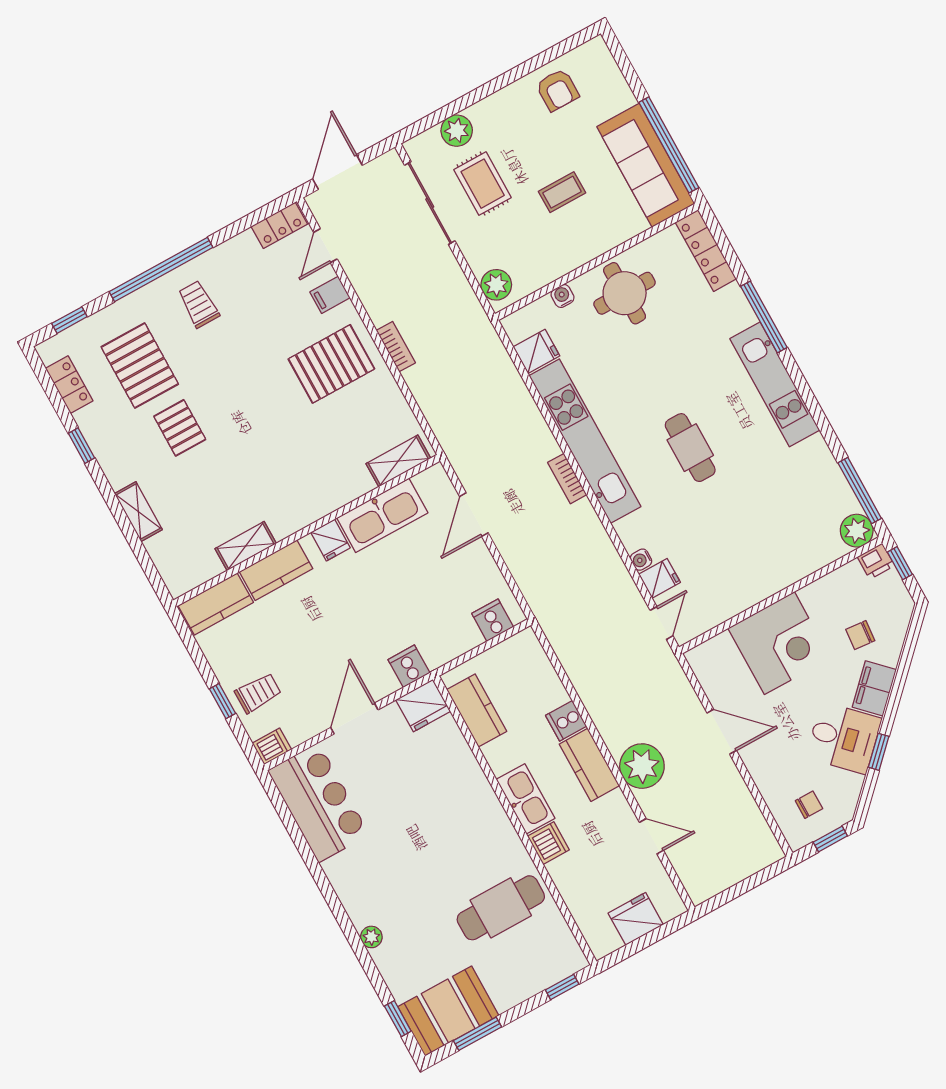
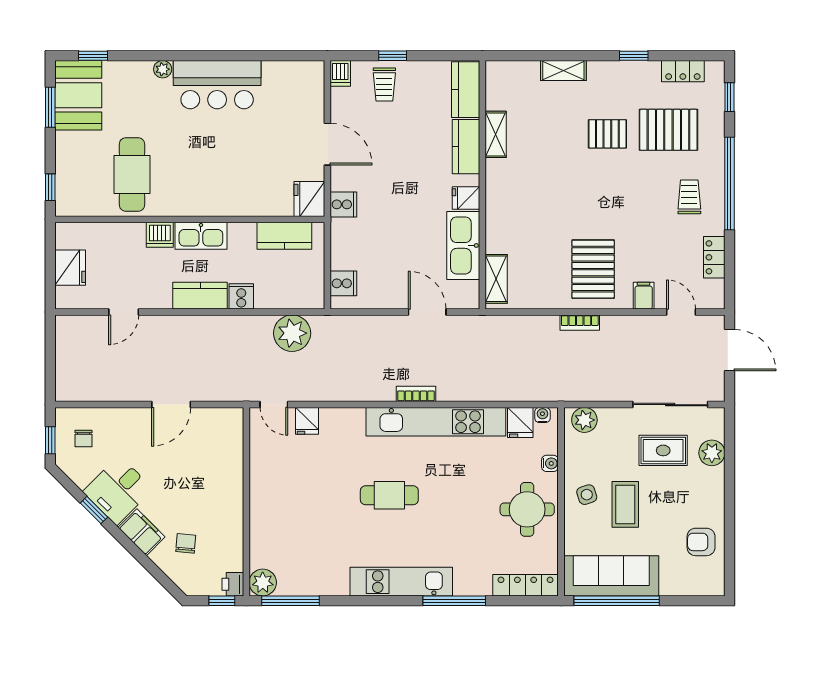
coffee table: (562, 192) -> (625, 504), width x1.36, depth x1.30
locker: (279, 225) -> (714, 257), moved
side table: (574, 239) -> (587, 495), added
trolley: (199, 304) -> (689, 197), turned -90
water cooler: (641, 560) -> (542, 415), moved
corner desk: (779, 643) -> (212, 482), removed
plant: (642, 766) -> (292, 333), moved
bar counter: (319, 803) -> (217, 85), moved

